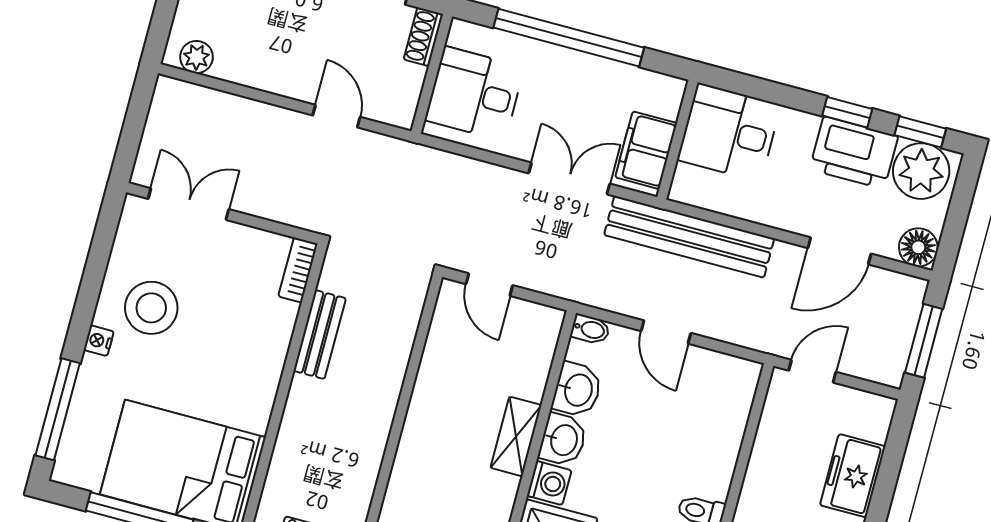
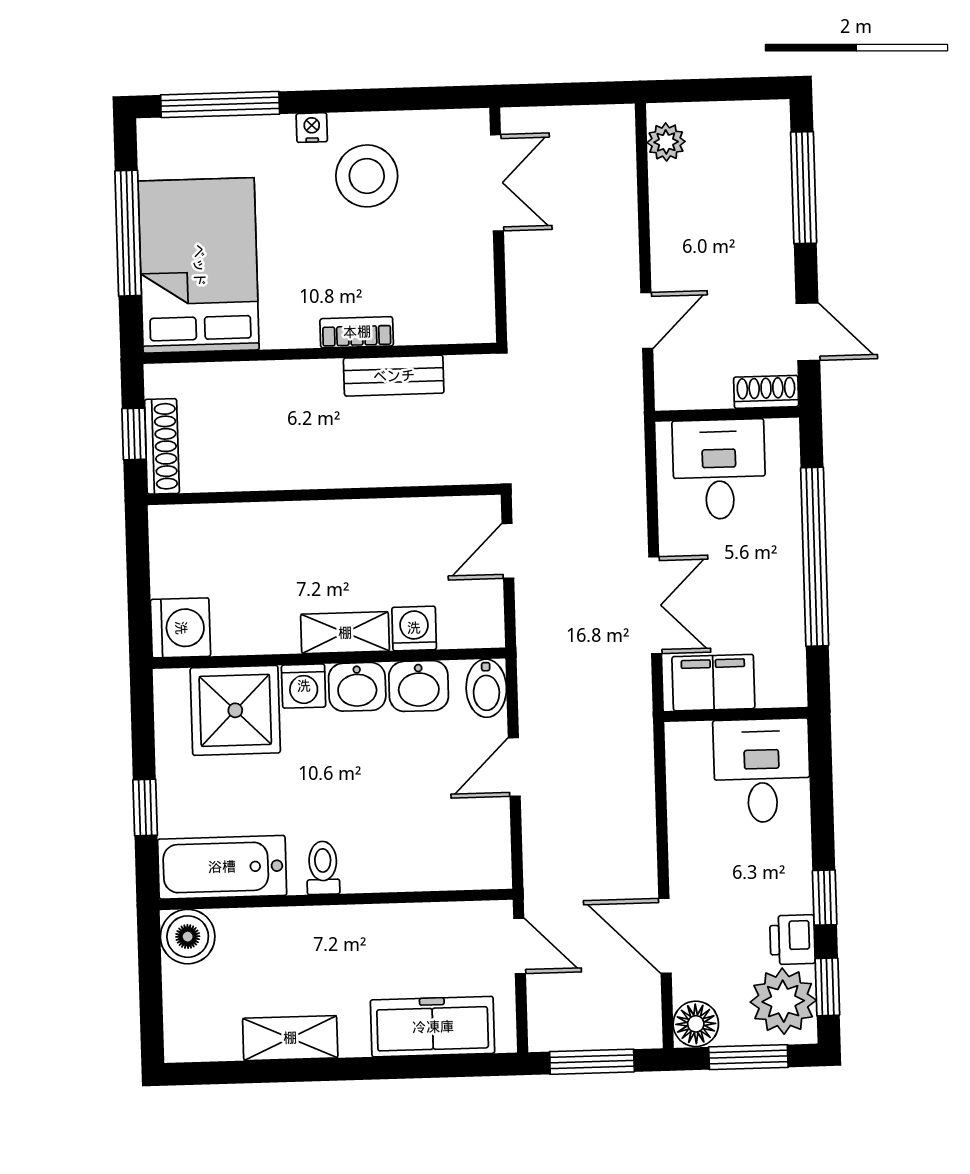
printer: (854, 153) -> (792, 940), width x0.53, depth x0.68
window: (958, 213) -> (748, 1057), added
bench: (689, 237) -> (630, 761), removed
bookcase: (298, 270) -> (357, 332), moved
bidet: (590, 329) -> (486, 688), width x1.38, depth x1.36
washing machine: (529, 379) -> (414, 628), added
freezer: (853, 476) -> (433, 1027), width x1.40

